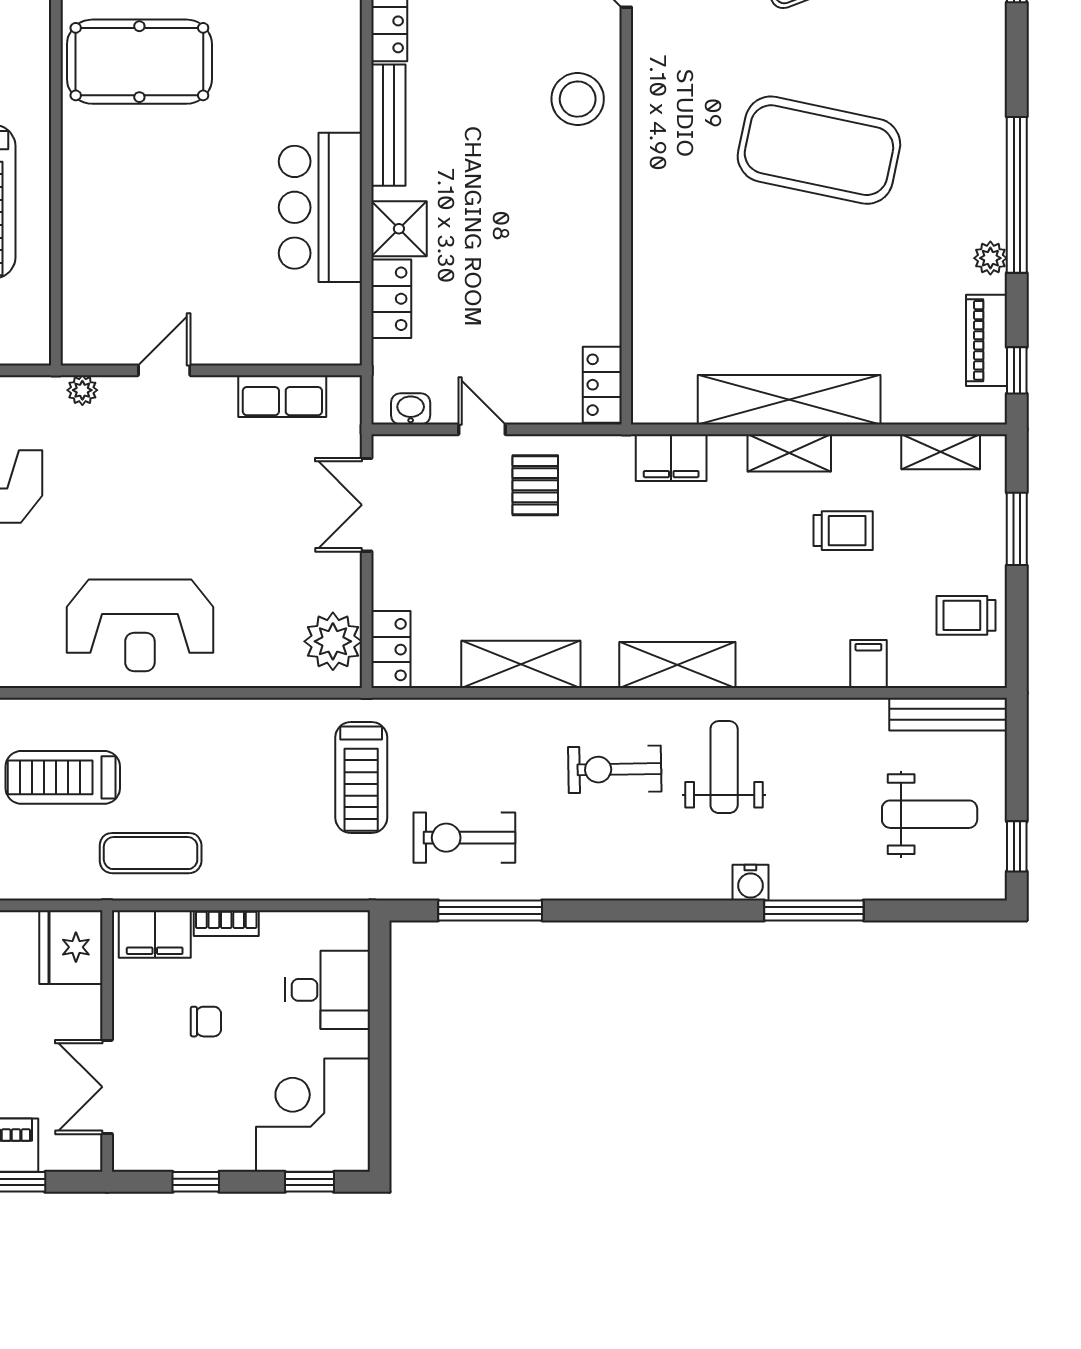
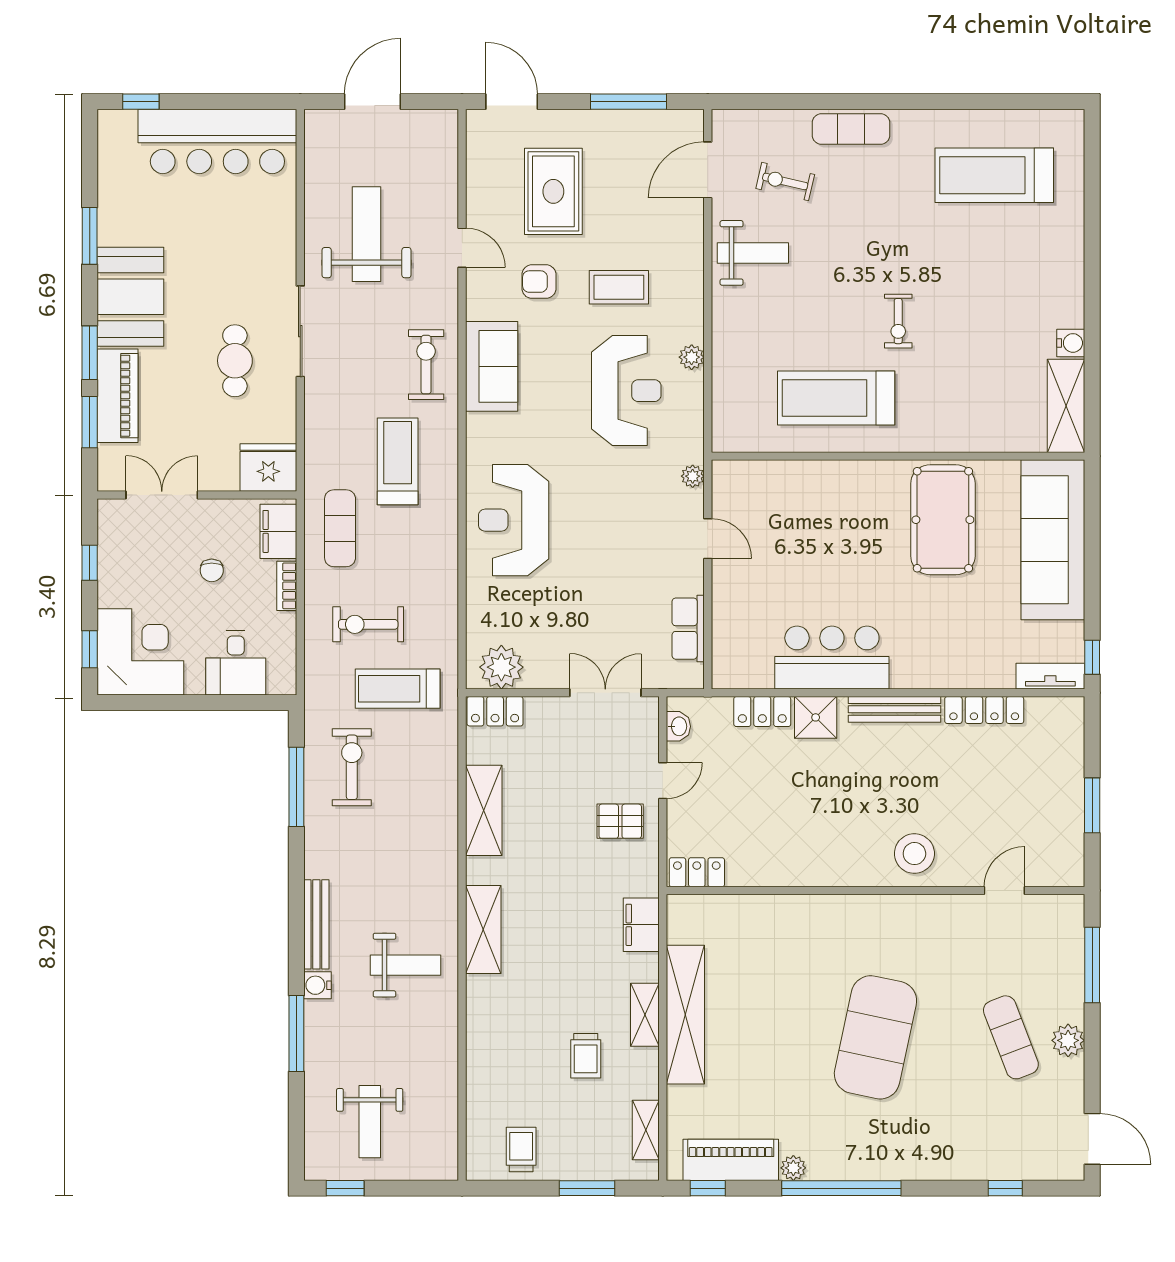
piano: (986, 340) -> (731, 1160), width x1.37, depth x1.33
filing cabinet: (868, 664) -> (484, 1075), removed
bench: (948, 714) -> (316, 924), moved
exercise bike: (615, 769) -> (368, 624), moved, turned -89

